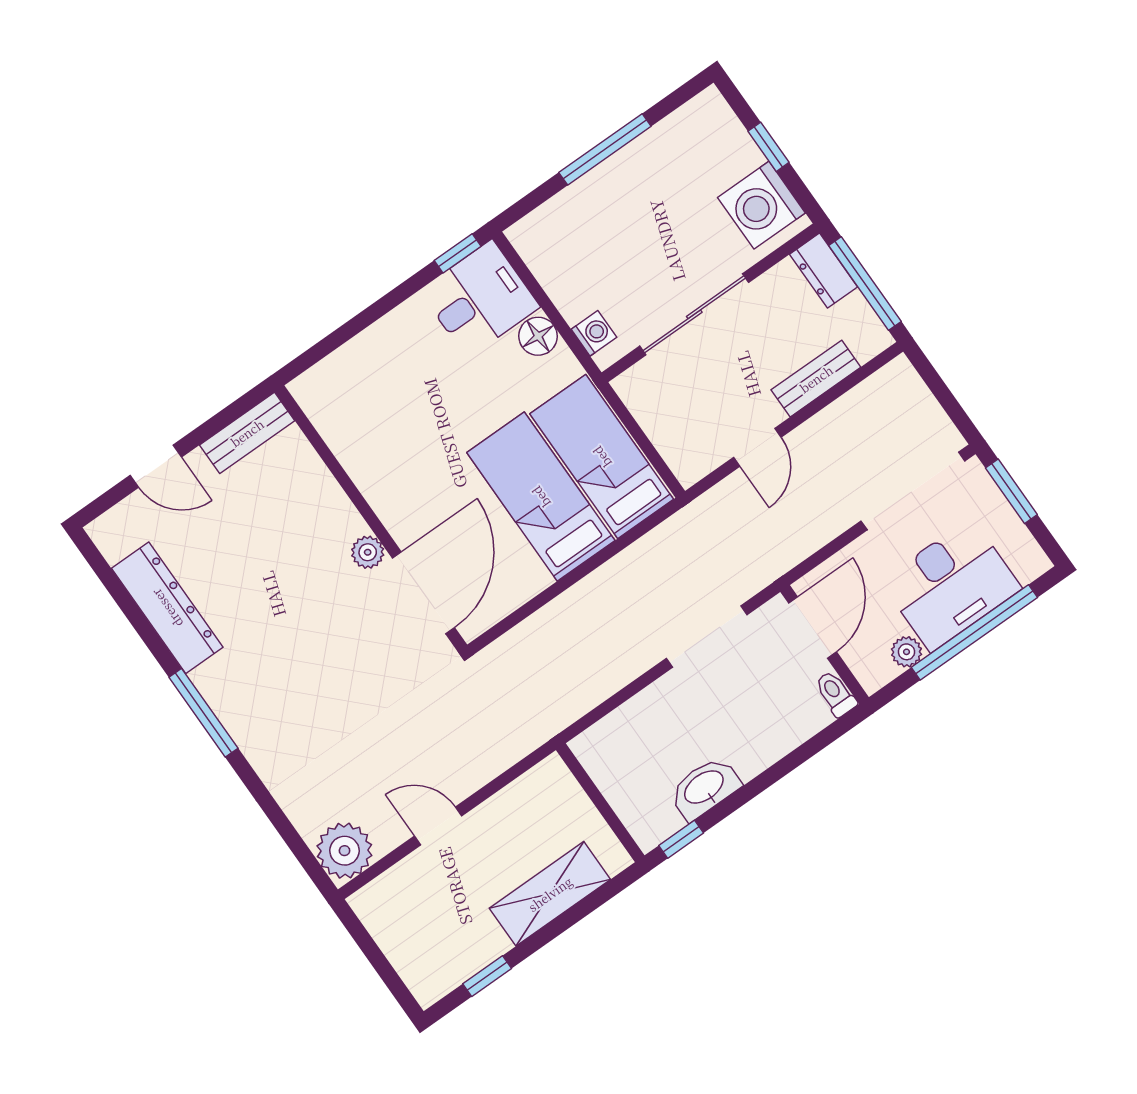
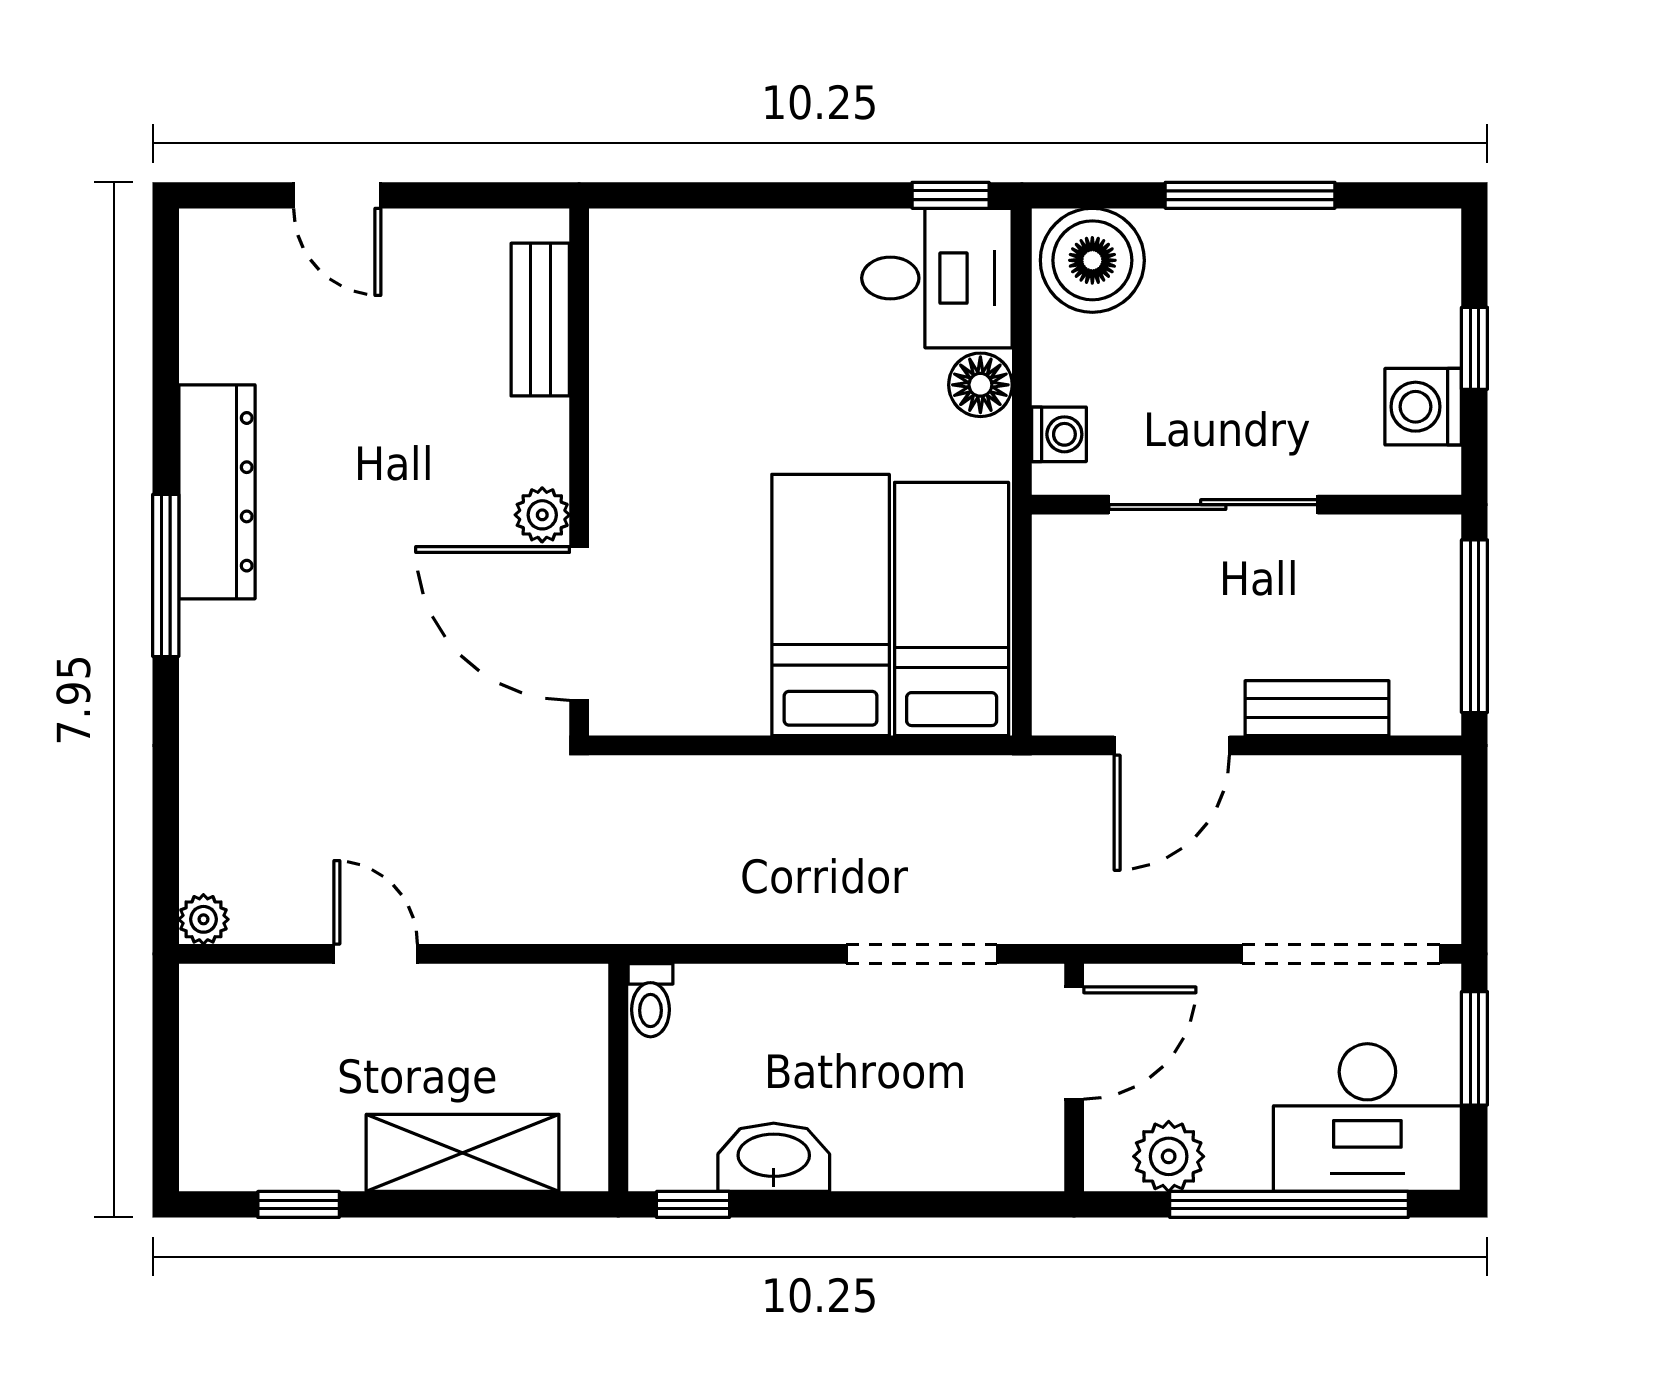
washing machine: (761, 205) -> (1423, 407), width x0.73, depth x0.73
boiler: (550, 236) -> (1092, 260), added
dresser: (824, 271) -> (1431, 569), removed
bench: (247, 433) -> (540, 320), moved, turned 90
door: (757, 447) -> (1172, 745), width x1.38
desk: (951, 585) -> (1367, 1118), moved
door: (424, 593) -> (579, 623), swing flipped
dresser: (167, 608) -> (217, 492), moved
plant: (906, 652) -> (1169, 1156), width x1.38, depth x1.38
toilet: (836, 694) -> (651, 1000), moved, turned 180
plant: (344, 851) -> (203, 919), width x0.53, depth x0.53

